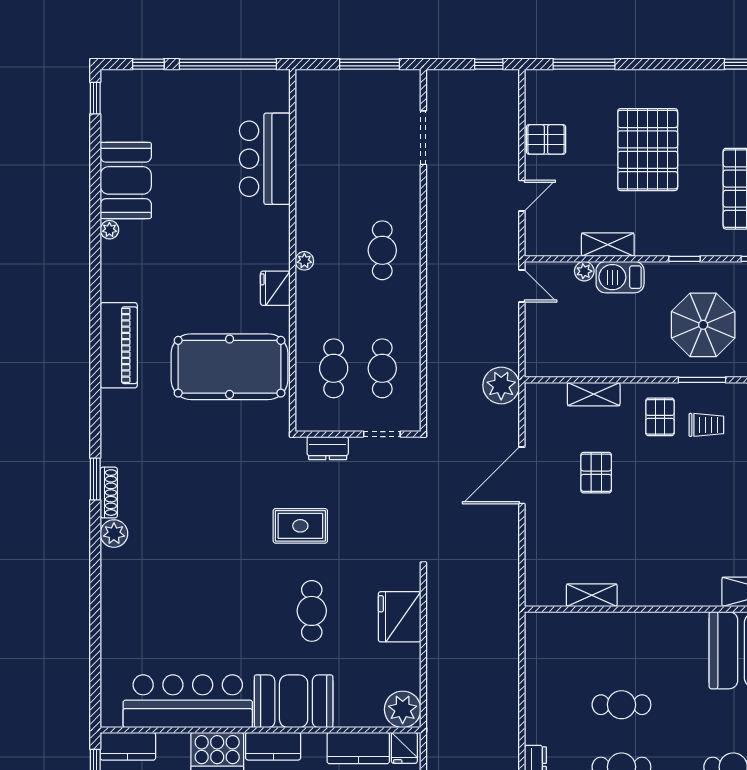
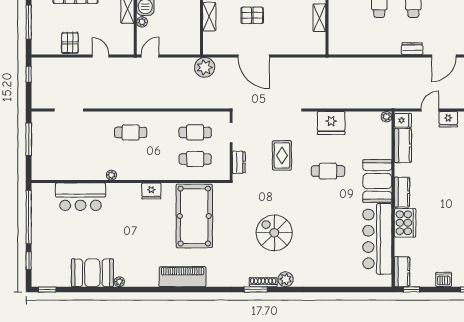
plant: (304, 261) -> (111, 175), moved
spiral stairs: (199, 513) -> (274, 233), added
rug: (300, 526) -> (282, 155), moved
plant: (403, 709) -> (386, 117), width x0.53, depth x0.53

